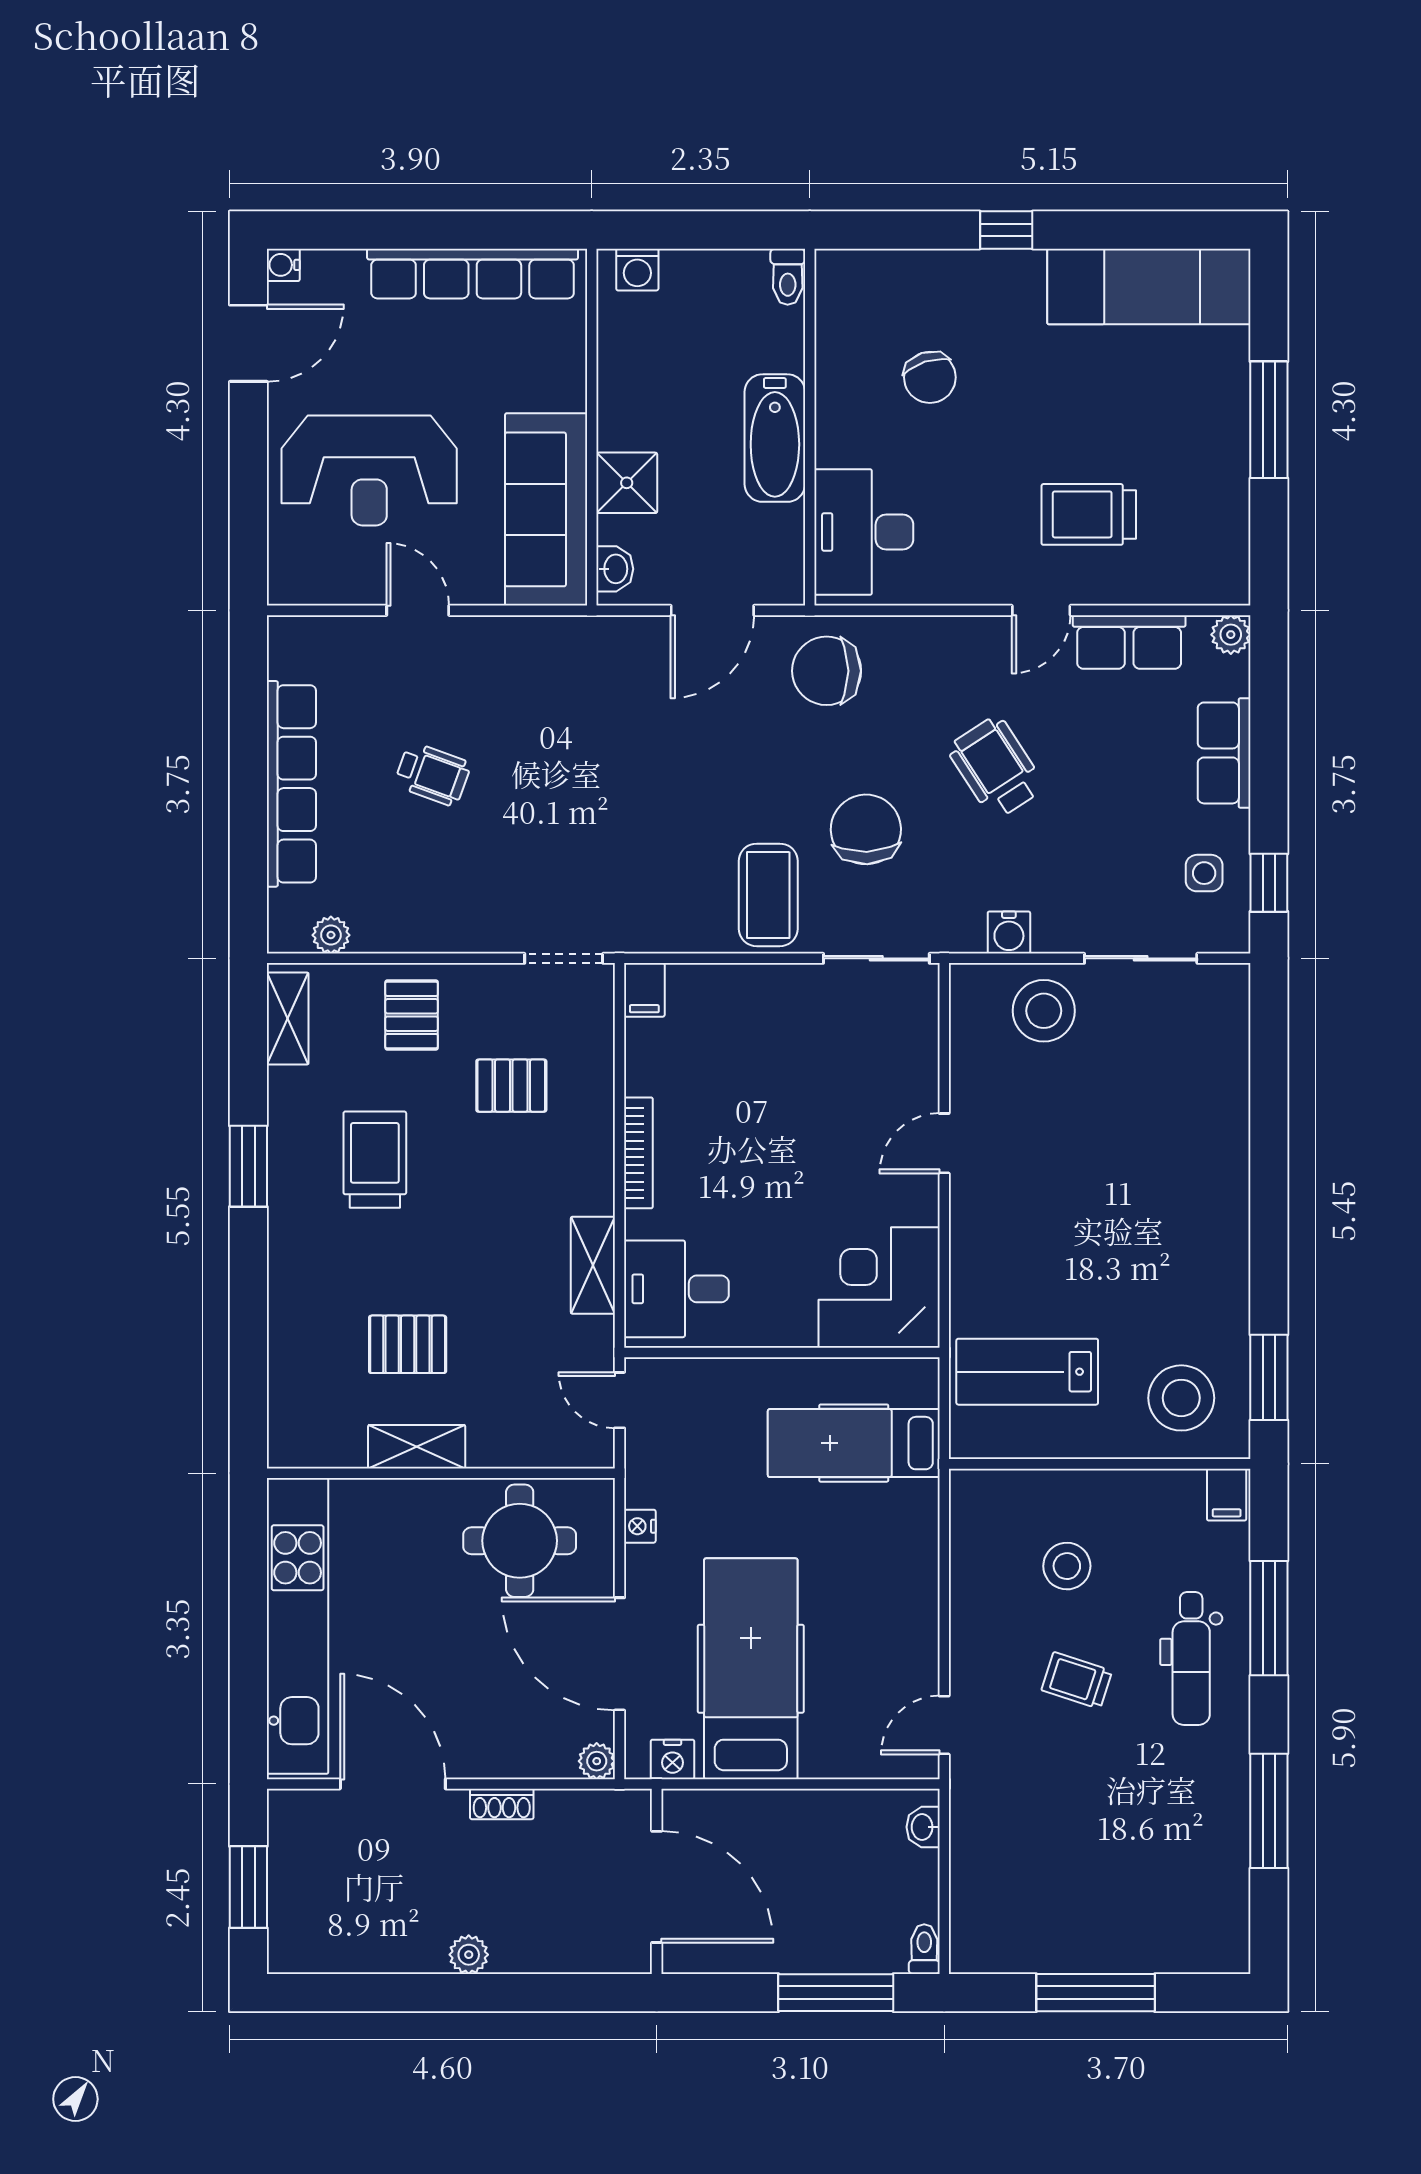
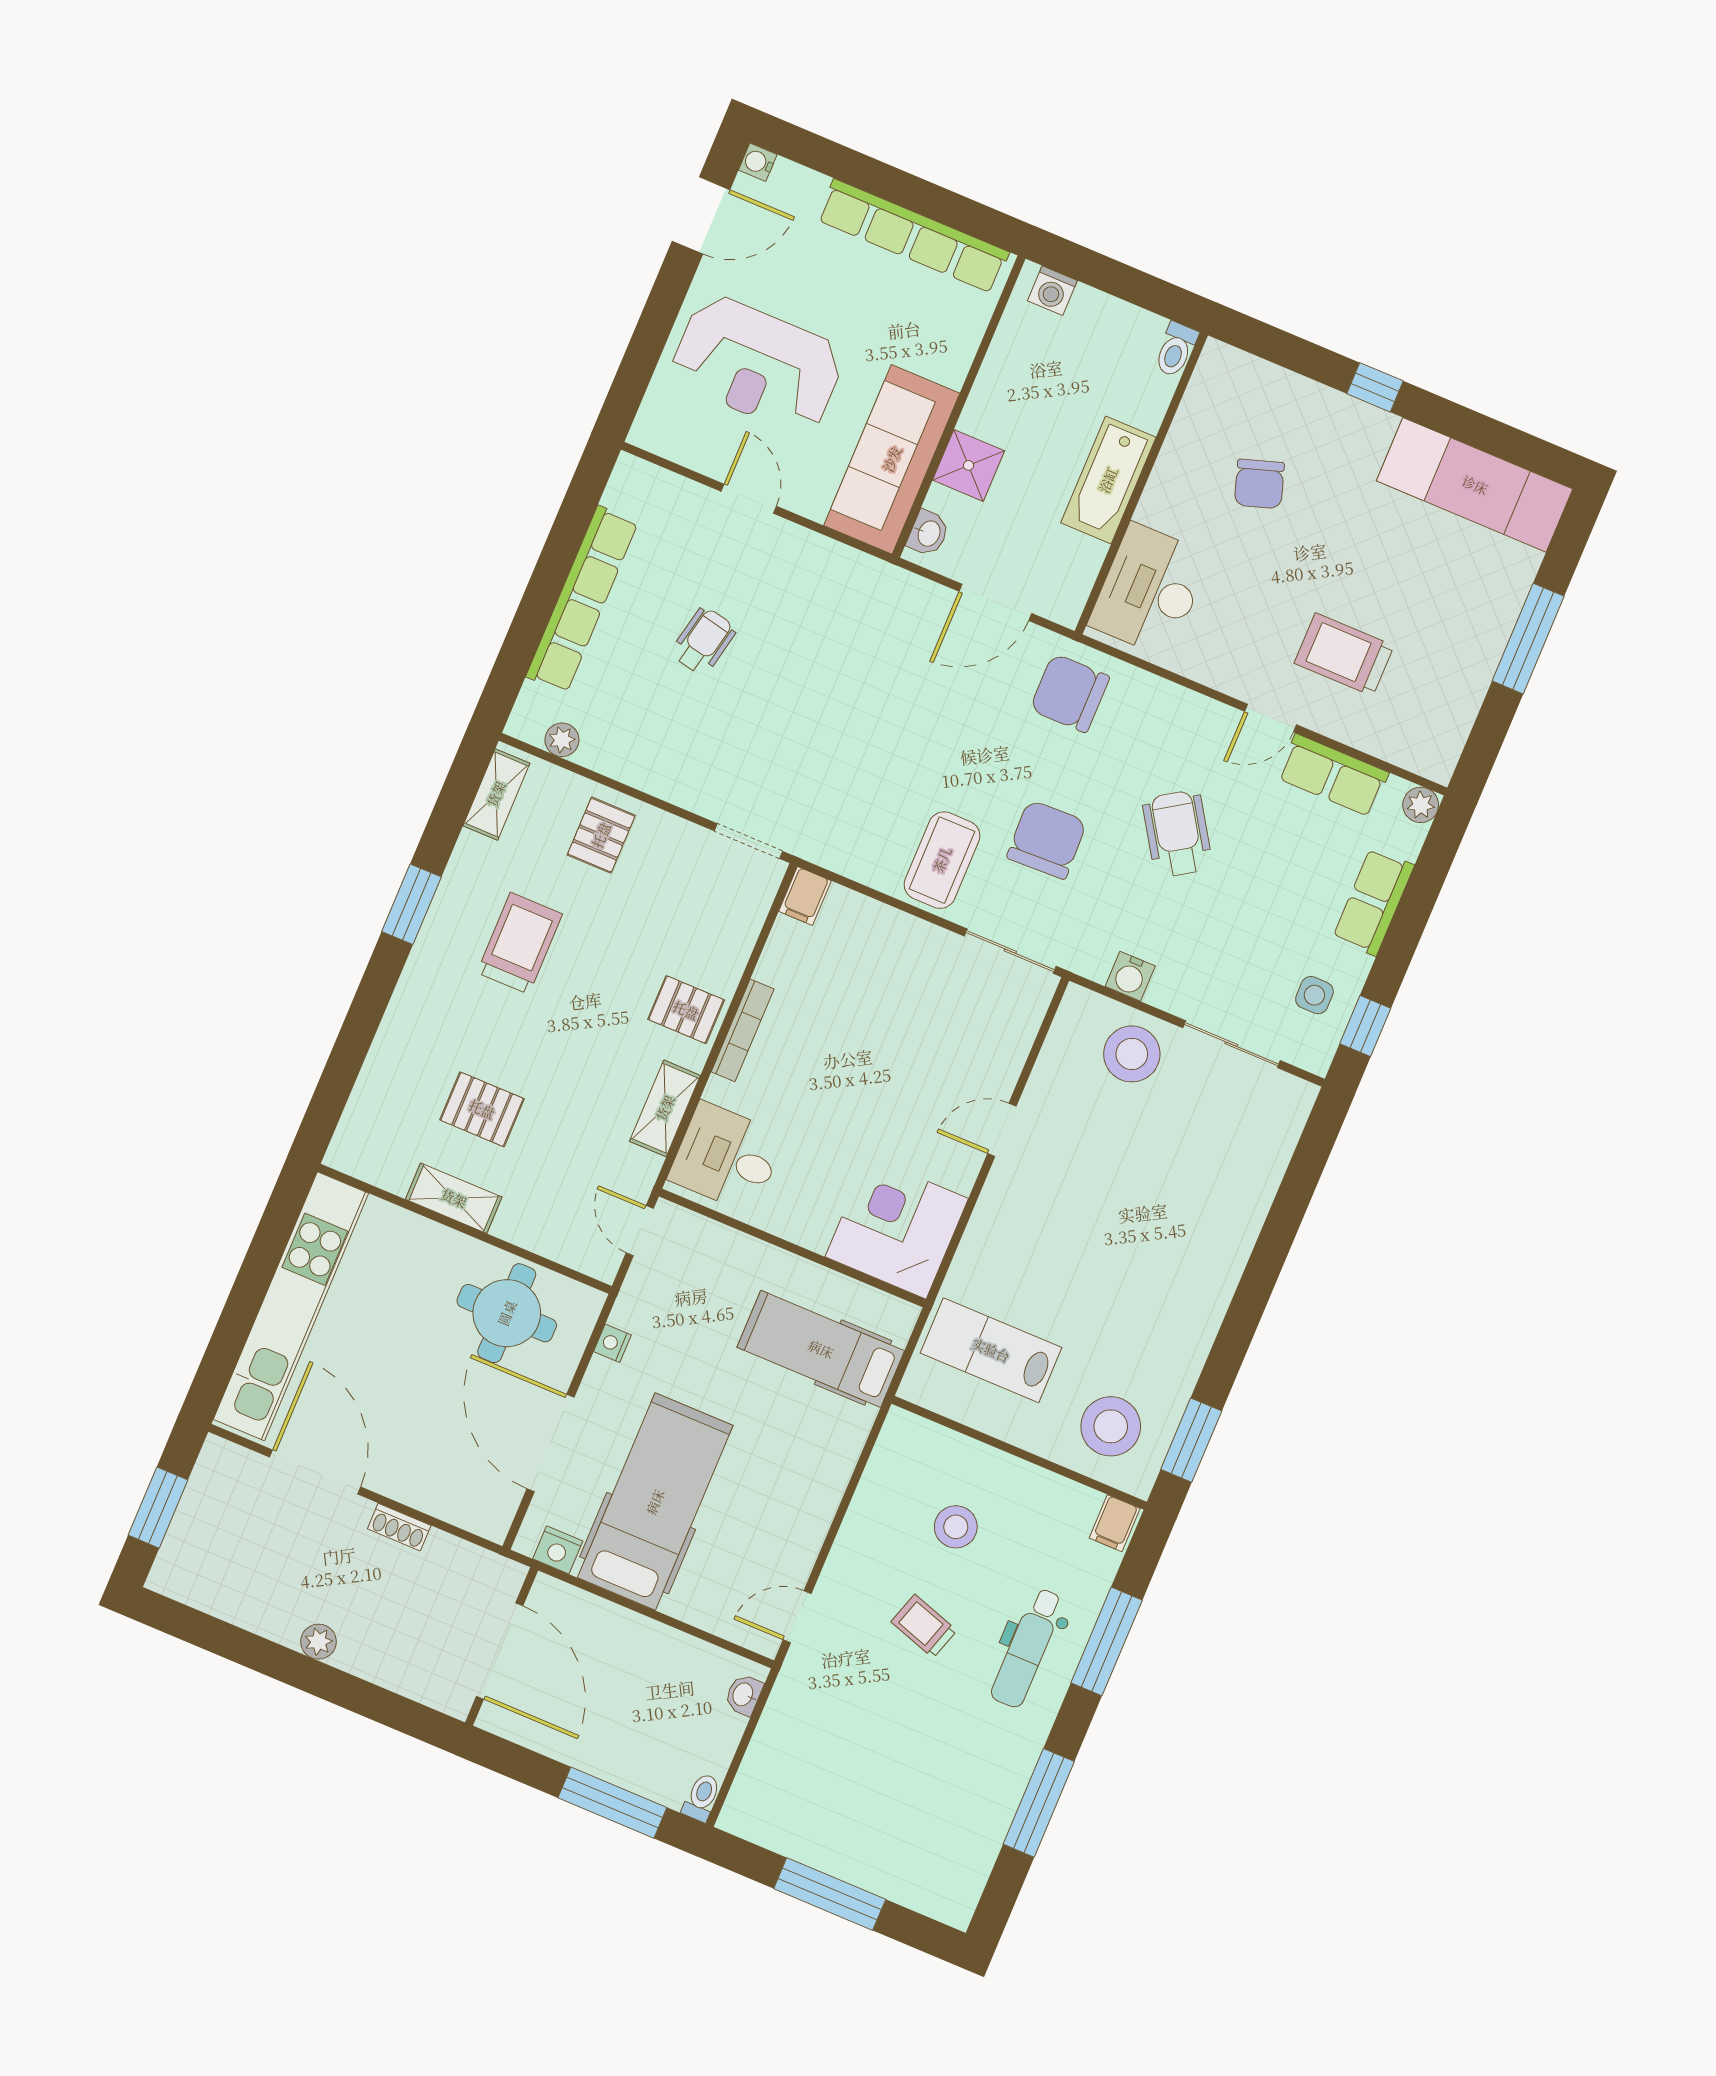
wheelchair: (433, 774) -> (704, 641), turned -98
pallet: (511, 1086) -> (686, 1010), moved
plant: (597, 1761) -> (494, 1525), removed

